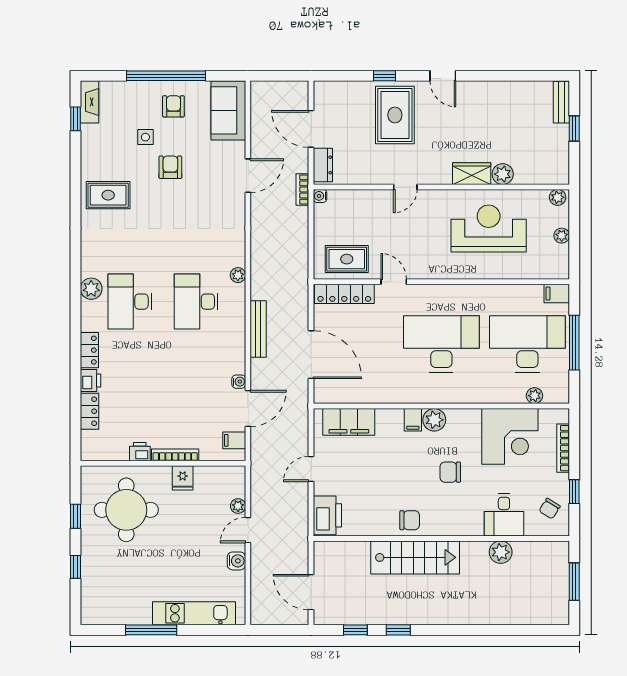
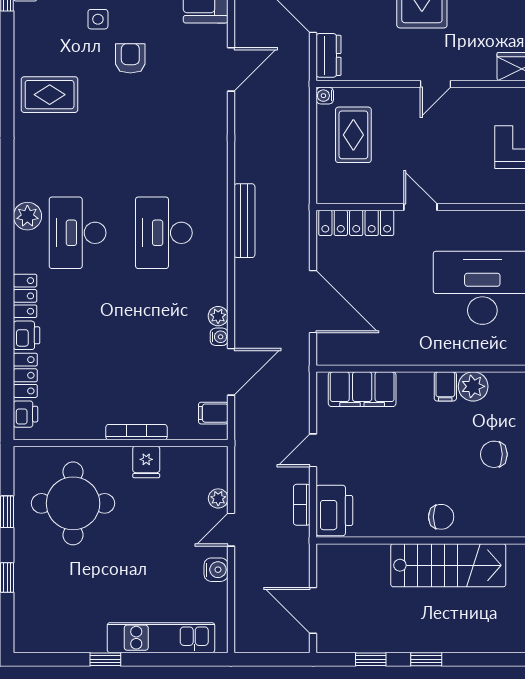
bookcase: (302, 189) -> (302, 505), moved
rug: (347, 259) -> (353, 135), moved, turned 90
plant: (238, 275) -> (218, 316), moved
bench: (258, 329) -> (244, 221), moved
printer: (140, 452) -> (26, 414), moved, turned 90
window: (151, 630) -> (105, 659), width x0.46

